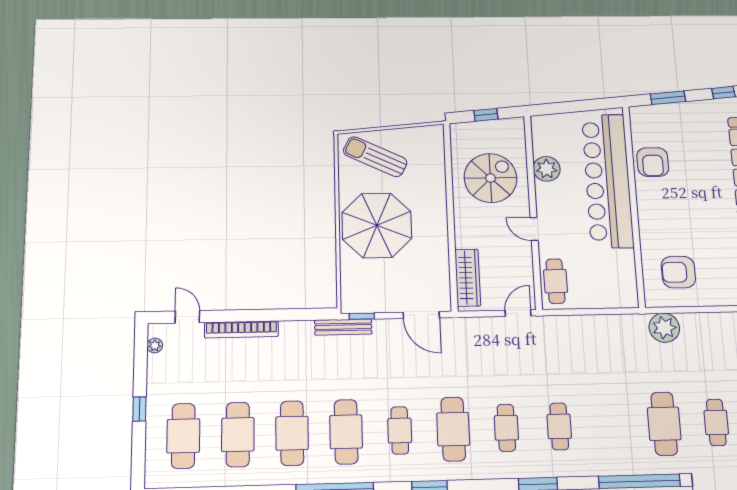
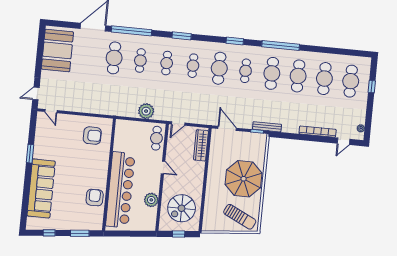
spiral stairs: (491, 178) -> (182, 208), moved
door: (187, 317) -> (344, 141), hinge flipped
plant: (664, 328) -> (146, 111), moved
window: (139, 409) -> (372, 87), moved
cafe table: (716, 422) -> (140, 60), moved

